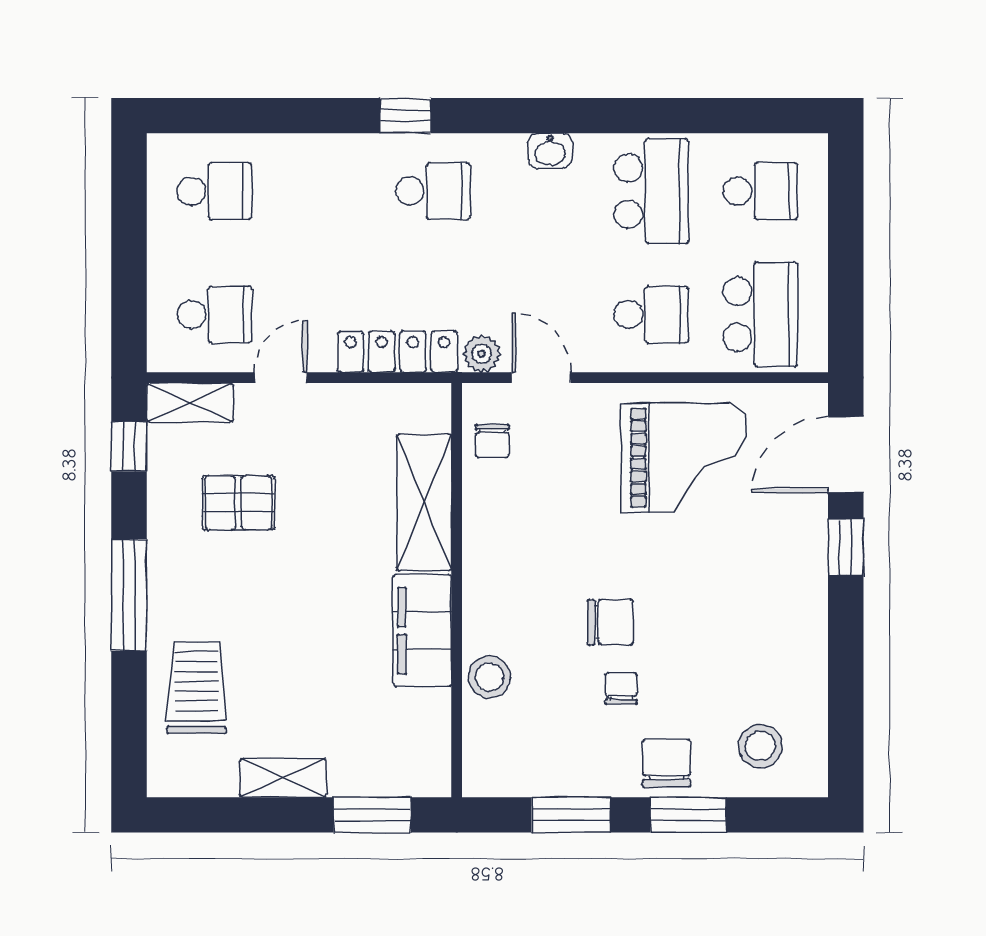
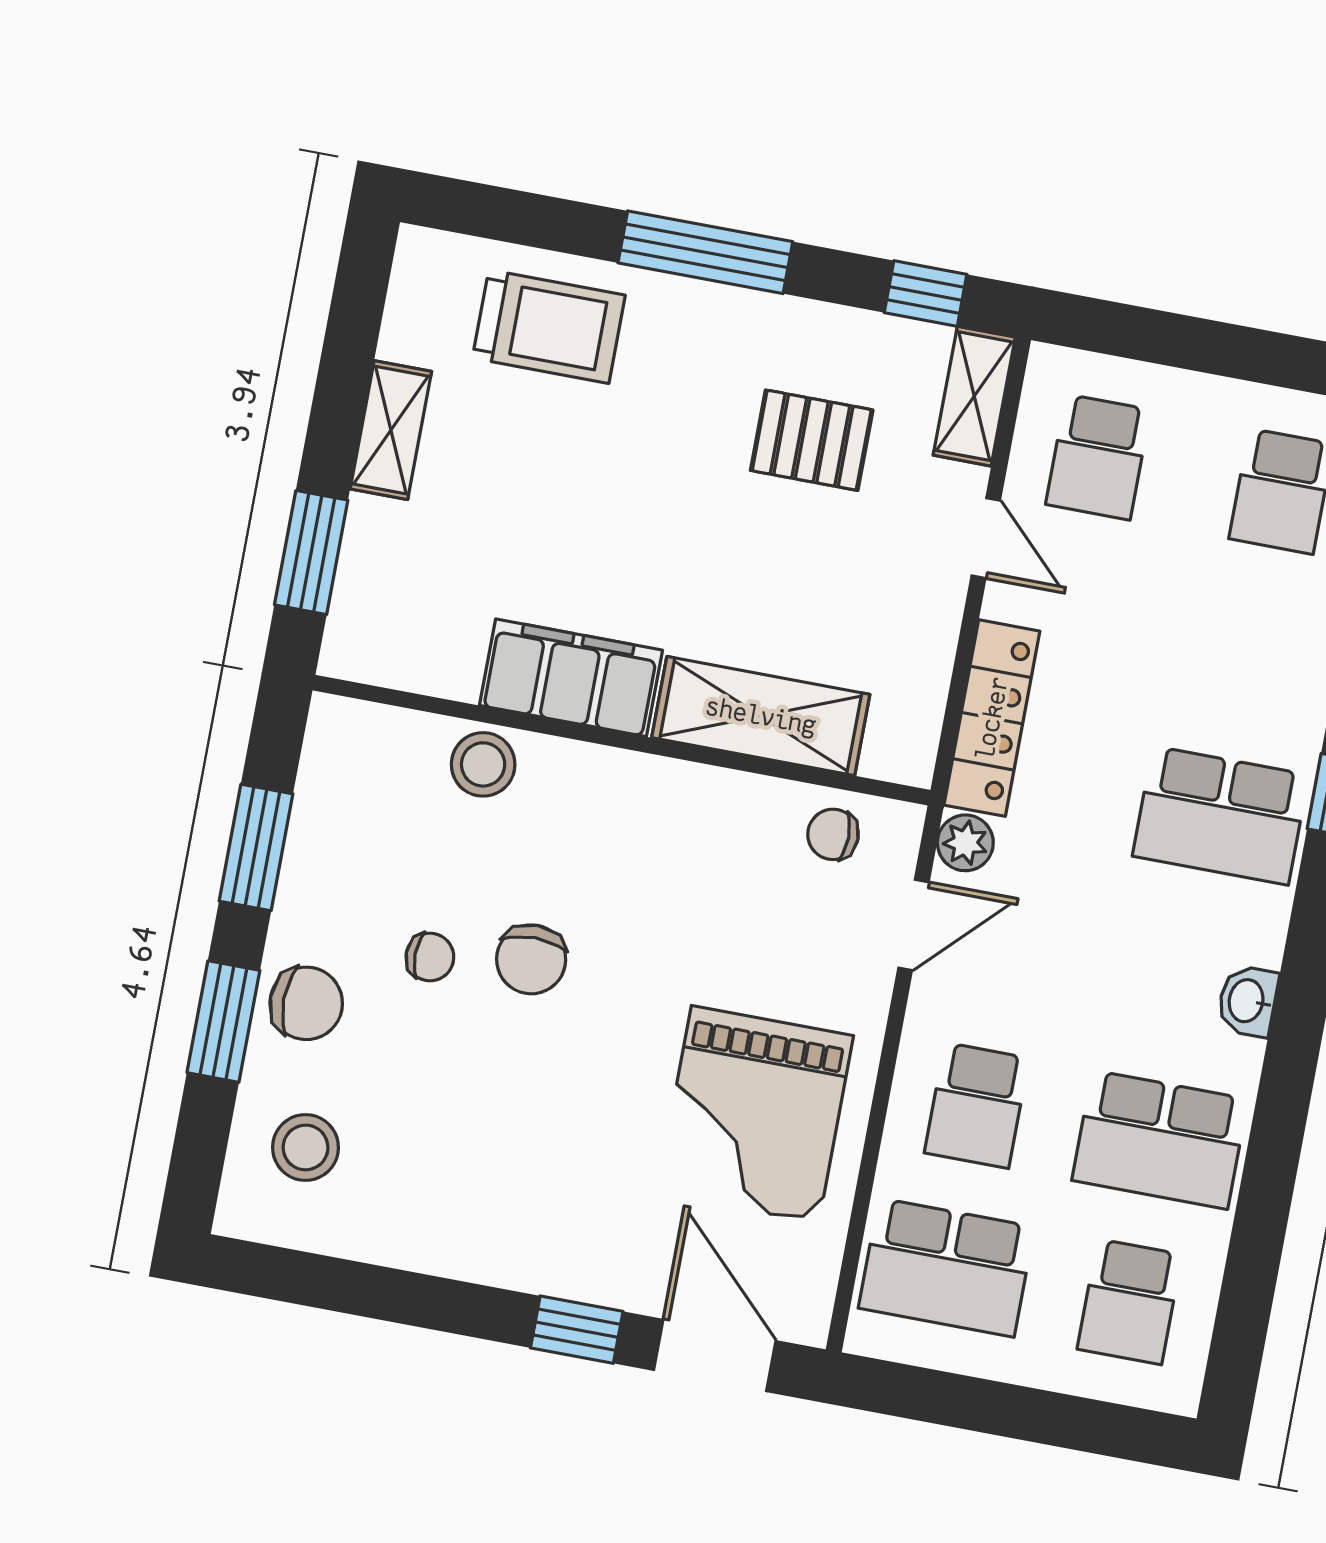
school desk: (433, 191) -> (1221, 816), width x1.85
pallet: (238, 503) -> (812, 440), turned 90

